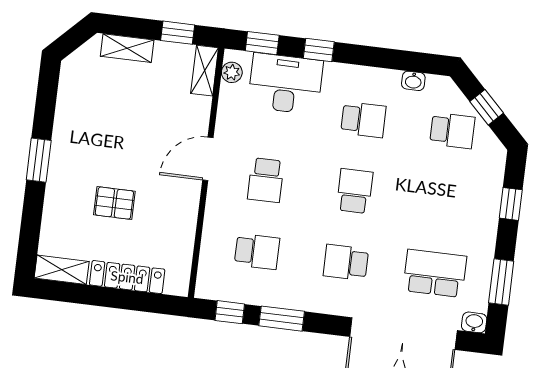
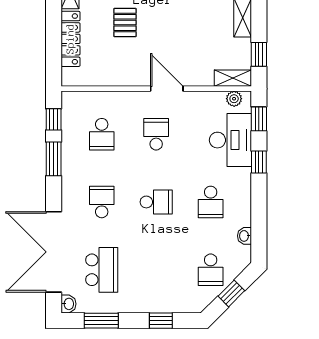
school desk: (266, 180) -> (156, 134), turned 90

